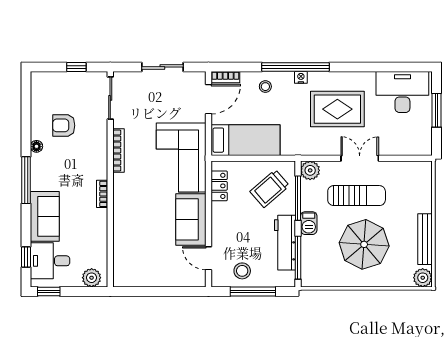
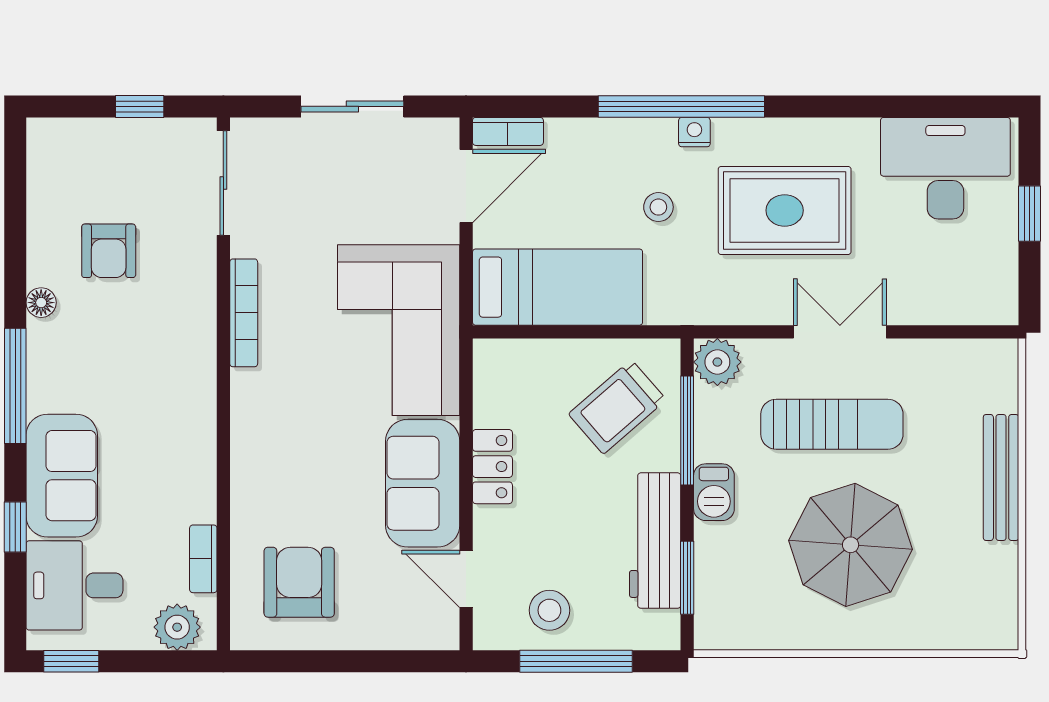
stool: (265, 87) -> (658, 207), moved
window: (436, 110) -> (1030, 214), width x0.67
armchair: (64, 125) -> (109, 251), turned -90
locker: (219, 186) -> (492, 467), moved
bookcase: (102, 194) -> (203, 559), moved
bench: (425, 239) -> (1001, 477), moved
window: (26, 257) -> (15, 527), moved
window: (298, 258) -> (687, 578), width x0.69
armchair: (141, 260) -> (299, 582), added
plant: (423, 278) -> (995, 627), removed

